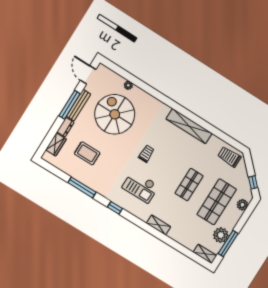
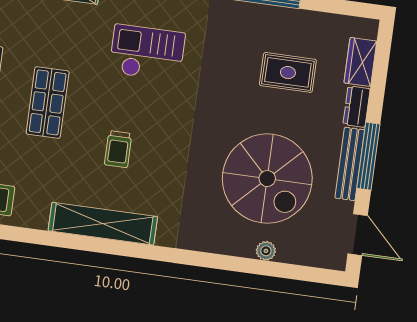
trolley: (146, 154) -> (118, 149), moved

